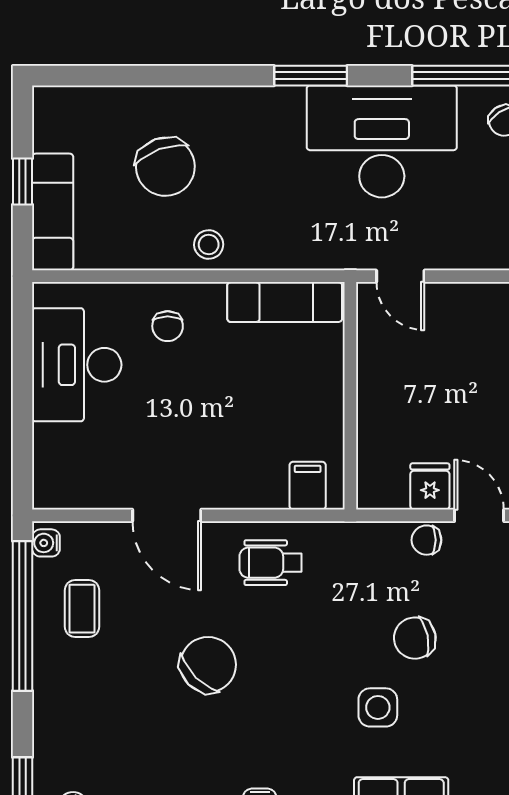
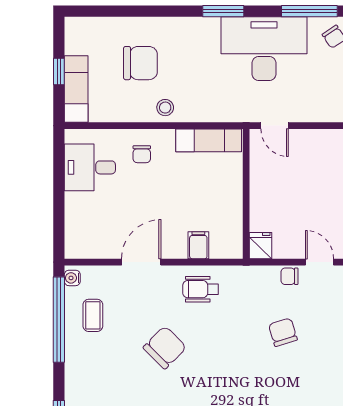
chair: (165, 167) -> (140, 63), turned -70
desk: (77, 365) -> (90, 167), width x0.73
filing cabinet: (308, 486) -> (198, 245), moved
fridge: (430, 486) -> (260, 246), moved
door: (167, 515) -> (141, 262), swing flipped
chair: (415, 638) -> (283, 332), turned 85
side table: (378, 707) -> (262, 372), removed

